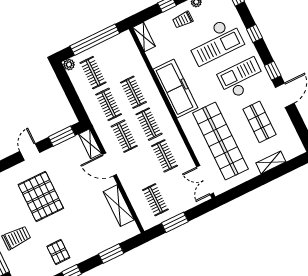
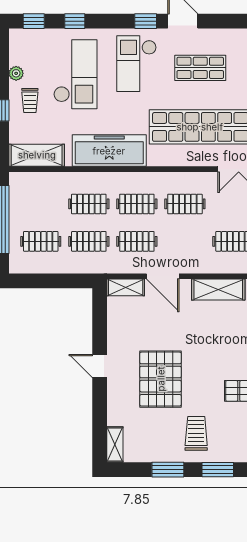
window: (254, 33) -> (75, 21), moved
shelving: (144, 37) -> (37, 155), width x1.50, depth x1.33
plant: (69, 65) -> (17, 266), removed
window: (62, 136) -> (100, 317), removed
door: (110, 165) -> (163, 276), hinge flipped
pallet: (41, 196) -> (161, 379), turned 90

